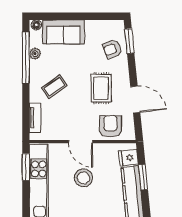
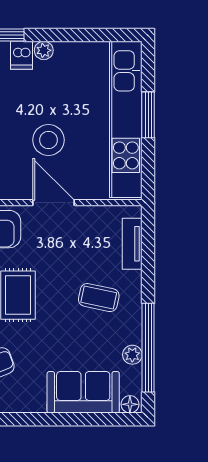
coffee table: (54, 87) -> (99, 298), turned 47
window: (26, 167) -> (148, 115), moved

